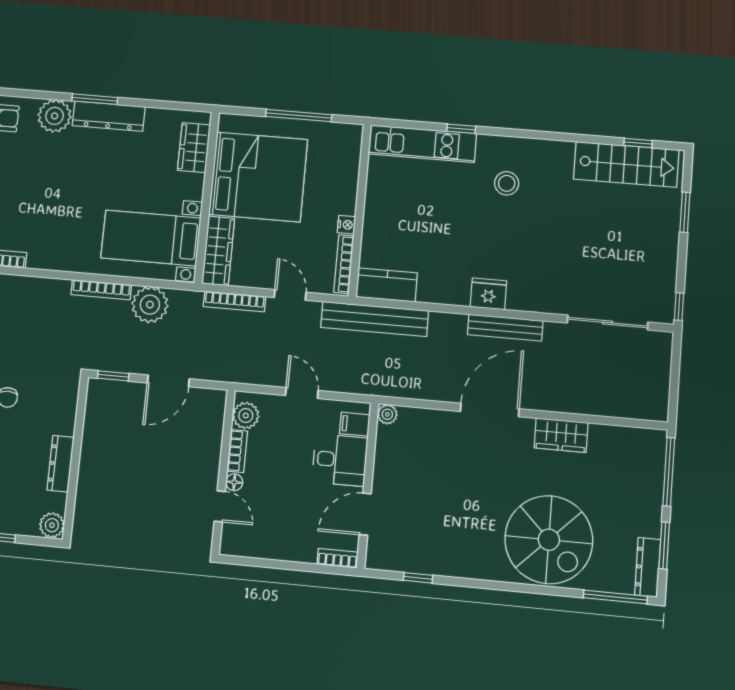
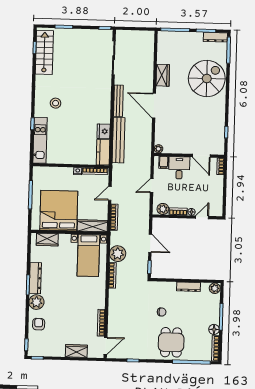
fridge: (488, 294) -> (104, 131), moved
bench: (375, 319) -> (118, 140), moved

